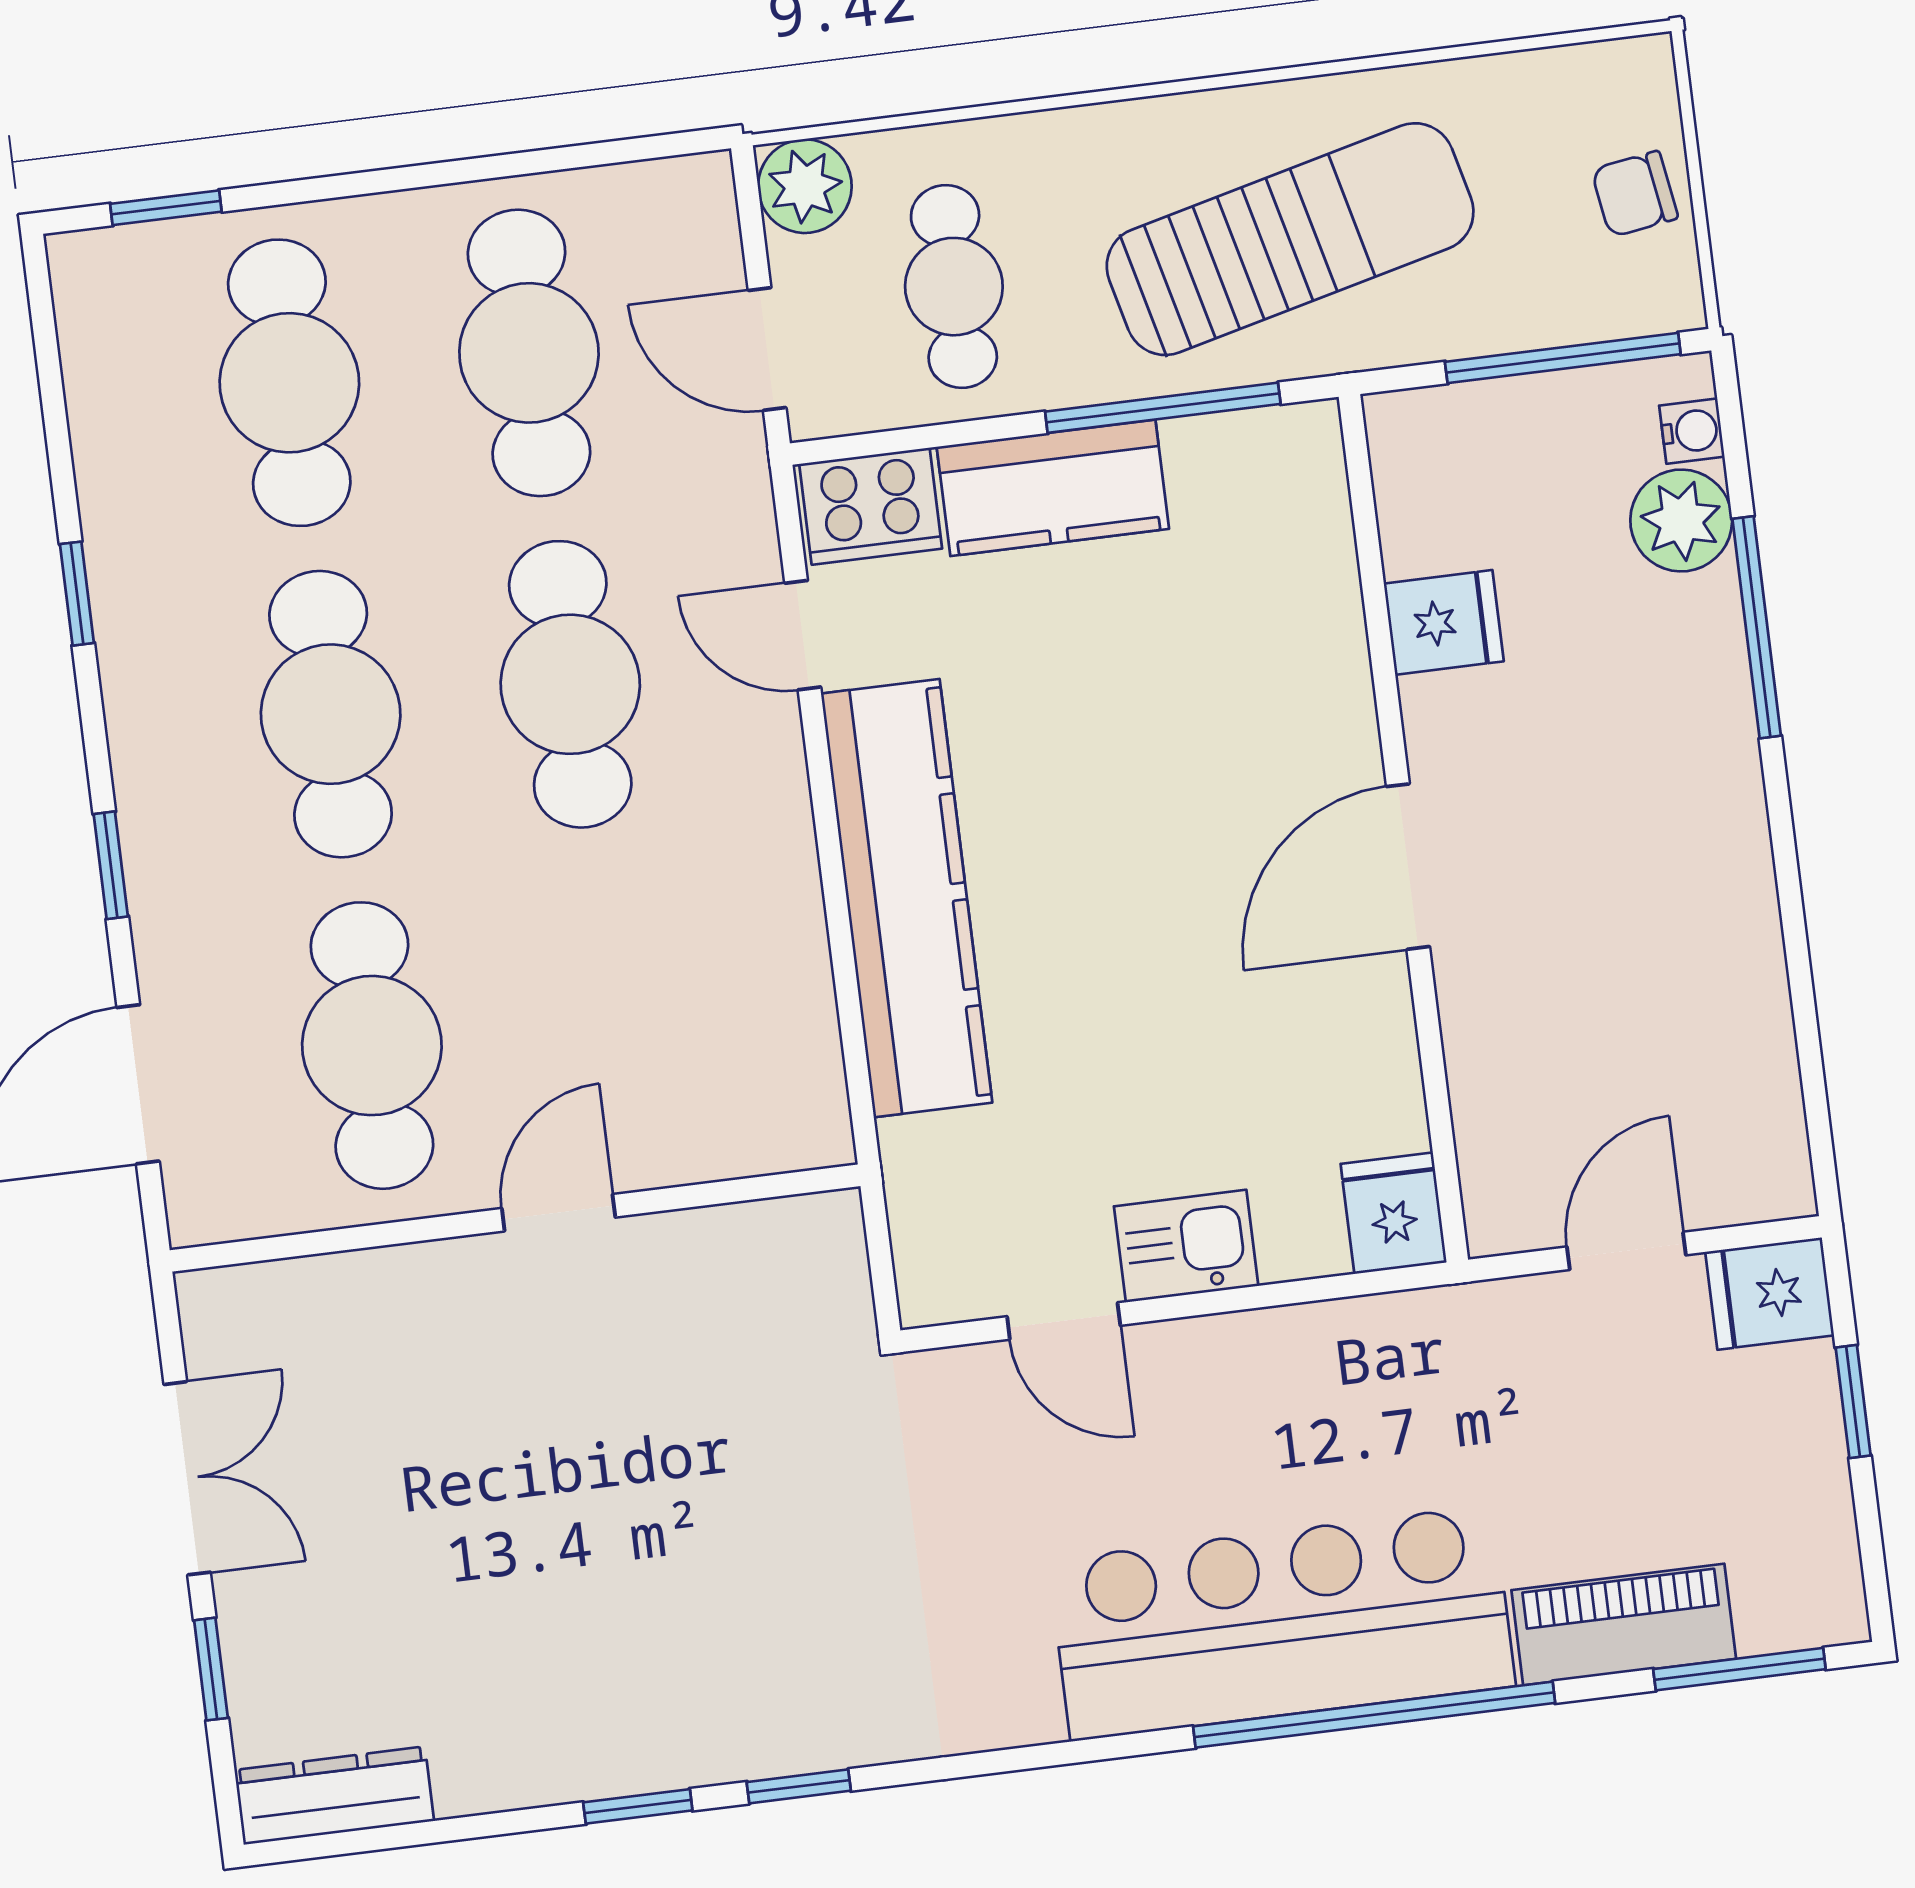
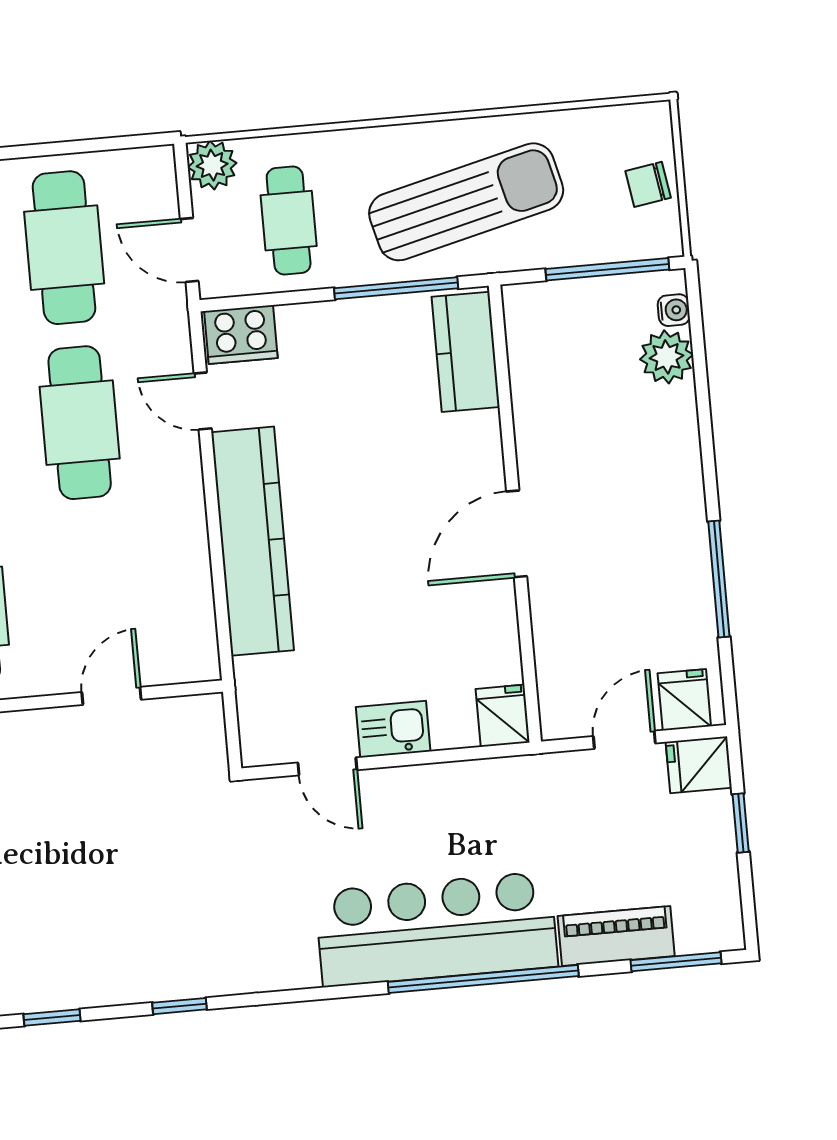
kitchen counter: (1053, 488) -> (466, 352), moved, turned 90
fridge: (1444, 622) -> (684, 700), moved, turned -90
window: (1757, 627) -> (719, 579), moved
door: (559, 1213) -> (111, 696), moved
window: (638, 1806) -> (52, 1017), moved

